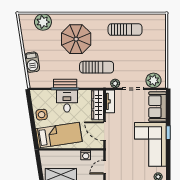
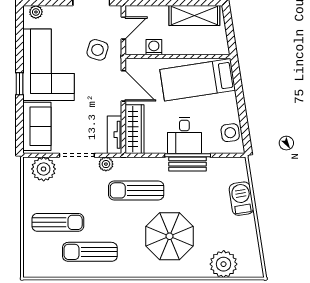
sun lounger: (145, 48) -> (58, 222), added
side table: (42, 115) -> (230, 133), moved
side table: (120, 154) -> (98, 50), added

